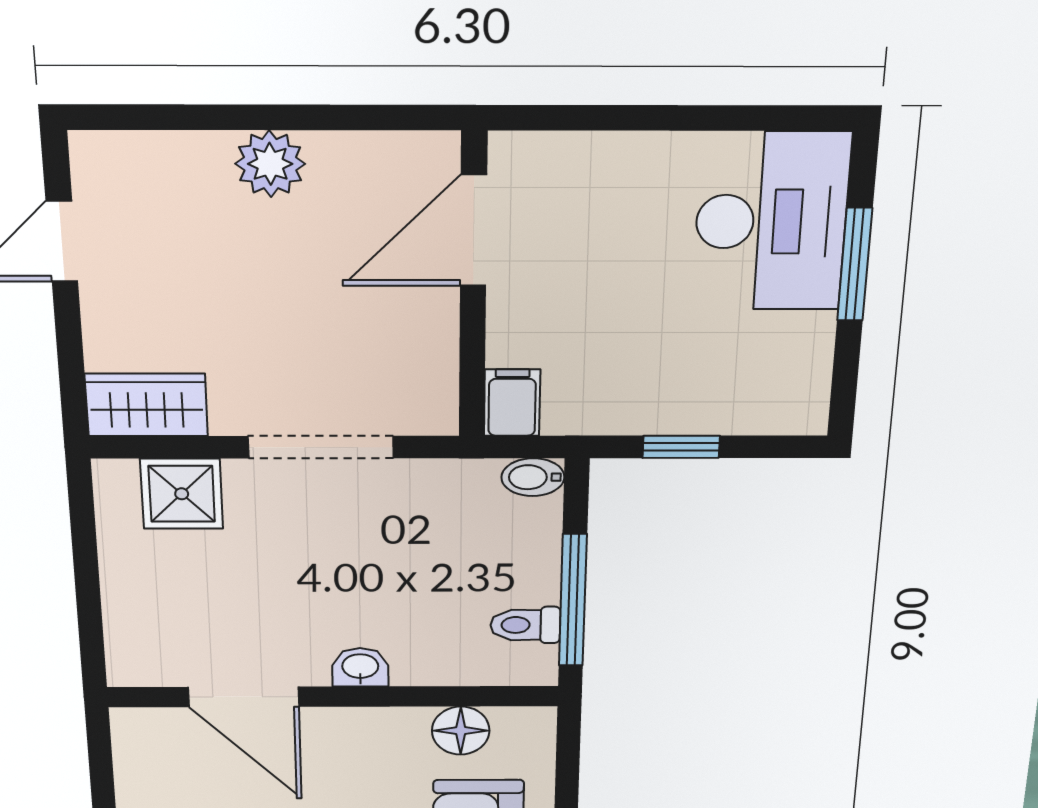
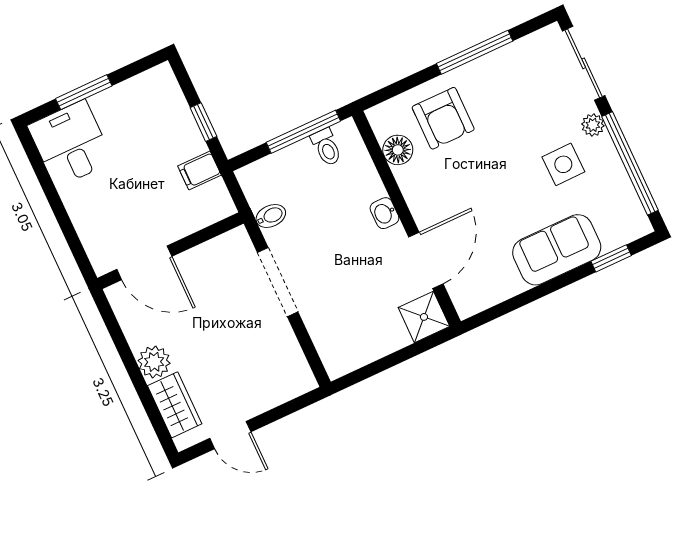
desk: (771, 222) -> (71, 144), width x0.73
filing cabinet: (512, 403) -> (200, 171), moved
wardrobe: (147, 405) -> (175, 405), moved, turned 180
bidet: (533, 477) -> (271, 216), moved, turned -90
shower: (182, 494) -> (424, 317), moved

